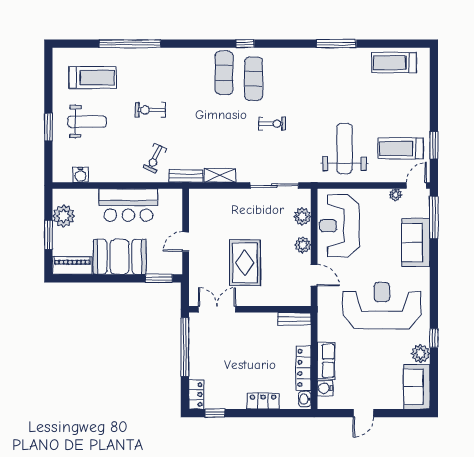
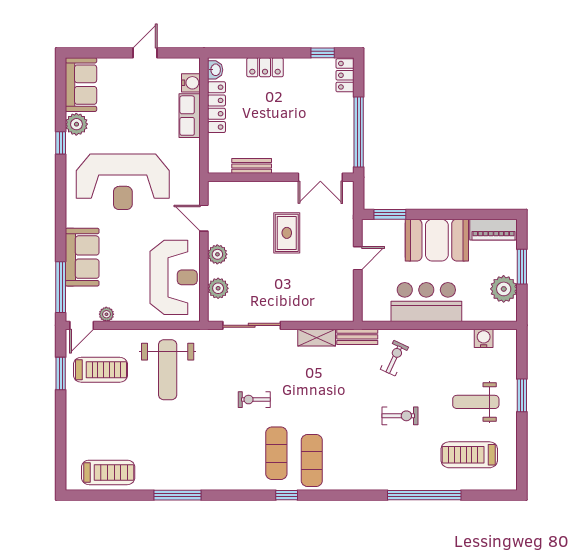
rug: (245, 263) -> (287, 233), width x0.73, depth x0.70
bench: (294, 319) -> (252, 166), moved

